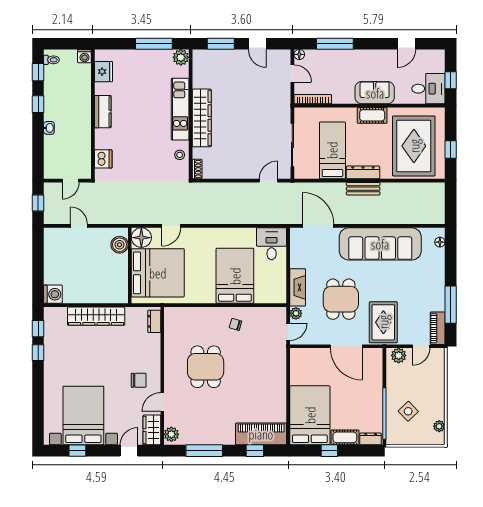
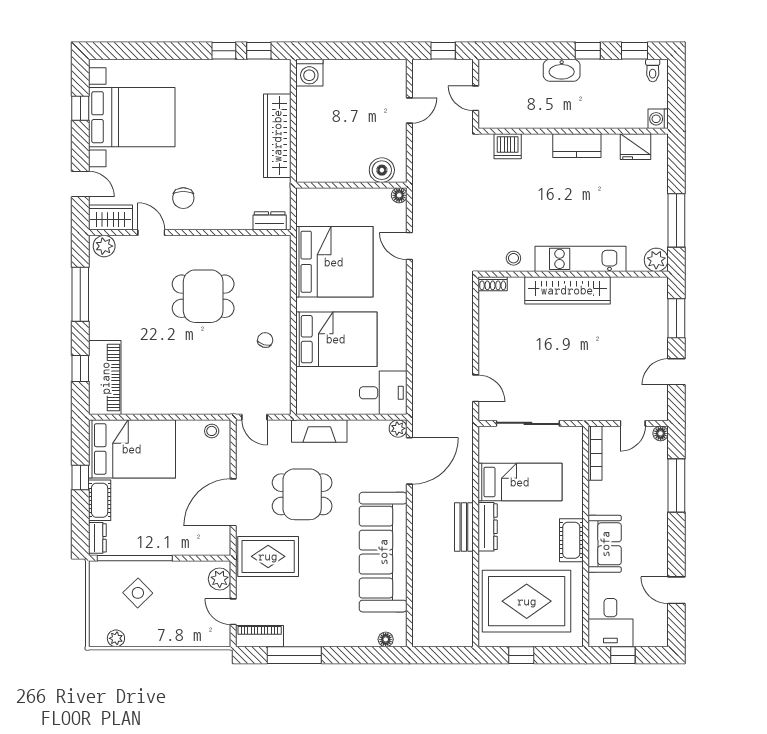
washbasin: (49, 128) -> (562, 70), width x1.91, depth x1.45
floor lamp: (141, 238) -> (399, 195), width x0.53, depth x0.53
bed: (158, 273) -> (334, 262), moved, turned -90
plant: (296, 313) -> (398, 428), moved
stool: (298, 361) -> (212, 431), added

